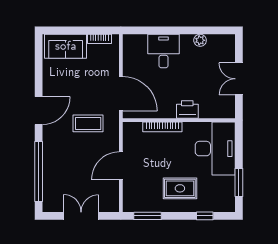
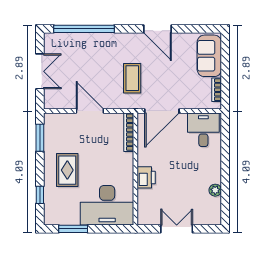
desk: (163, 51) -> (203, 130), moved, turned -90
door: (39, 111) -> (158, 29), moved
bookcase: (162, 127) -> (129, 132), moved

